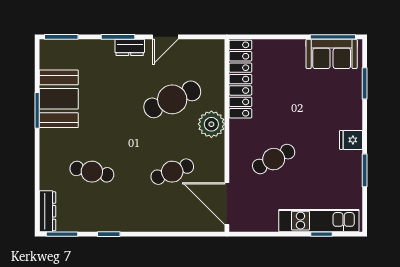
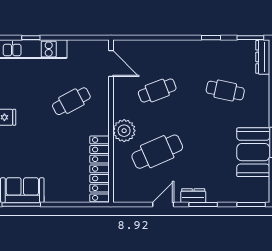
door: (227, 204) -> (111, 63), width x0.73

